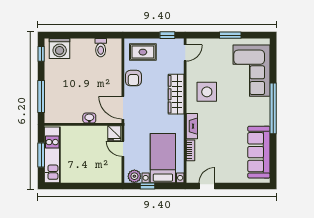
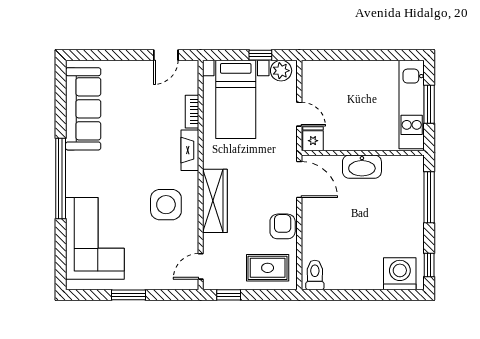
toilet: (101, 48) -> (315, 275), moved
washbasin: (89, 118) -> (362, 167), width x1.91, depth x1.45

